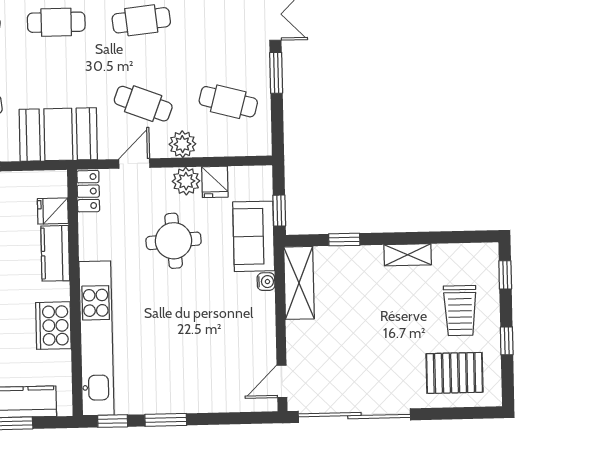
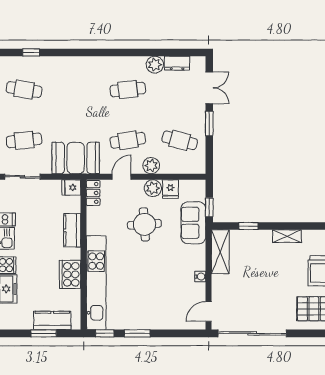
cafe table: (56, 22) -> (76, 90), removed
cafe table: (143, 104) -> (128, 140), turned -30
fridge: (53, 211) -> (71, 187), moved
water cooler: (266, 282) -> (200, 277), moved

